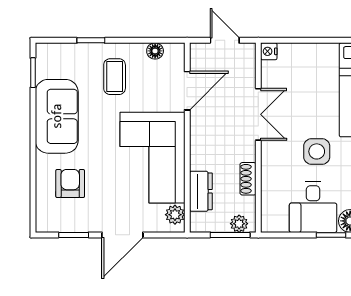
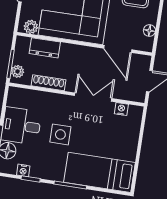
nightstand: (269, 51) -> (121, 109), moved
double door: (258, 114) -> (93, 97), swing flipped
shoe rack: (248, 179) -> (48, 83), width x1.43

